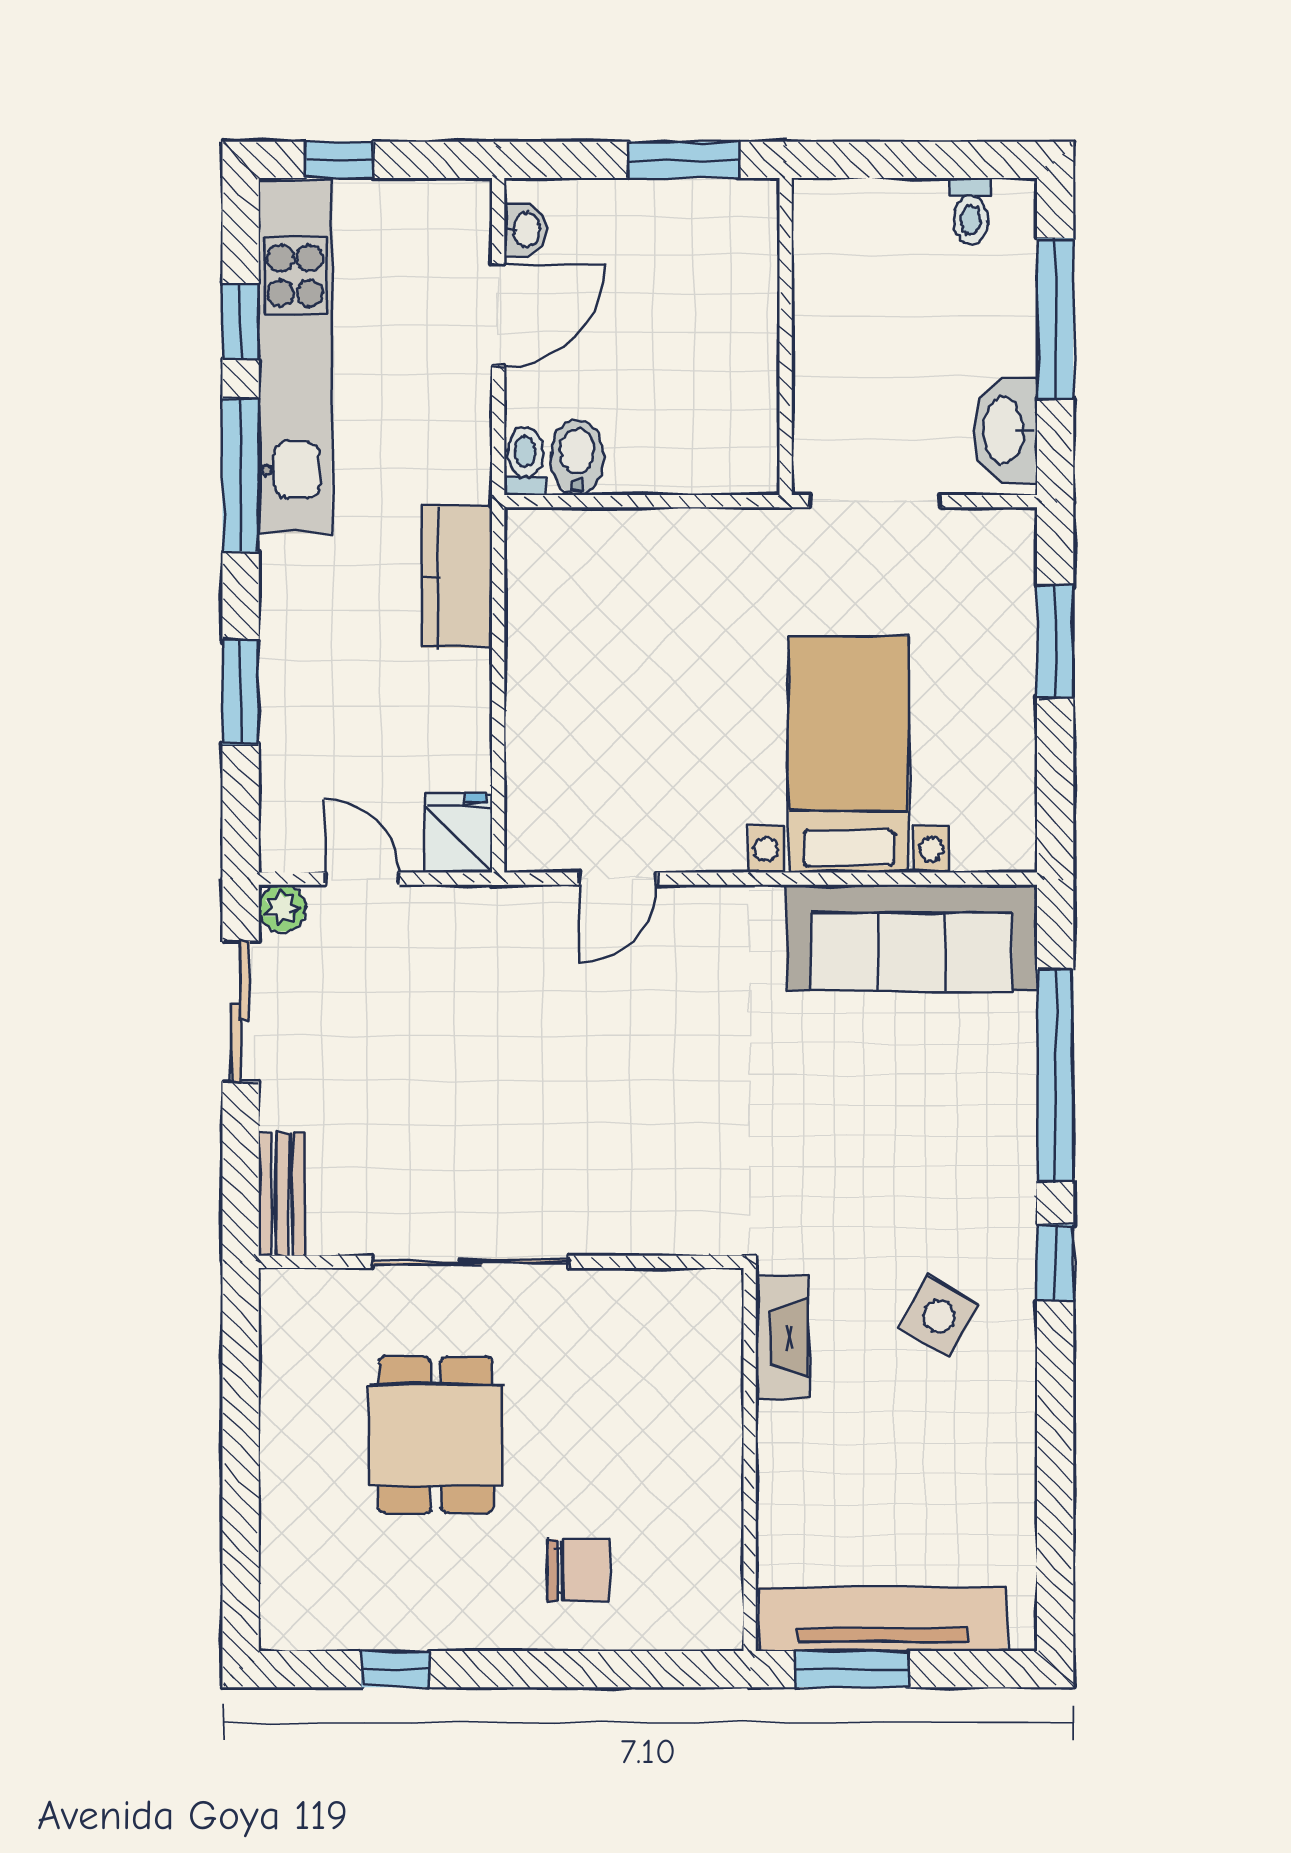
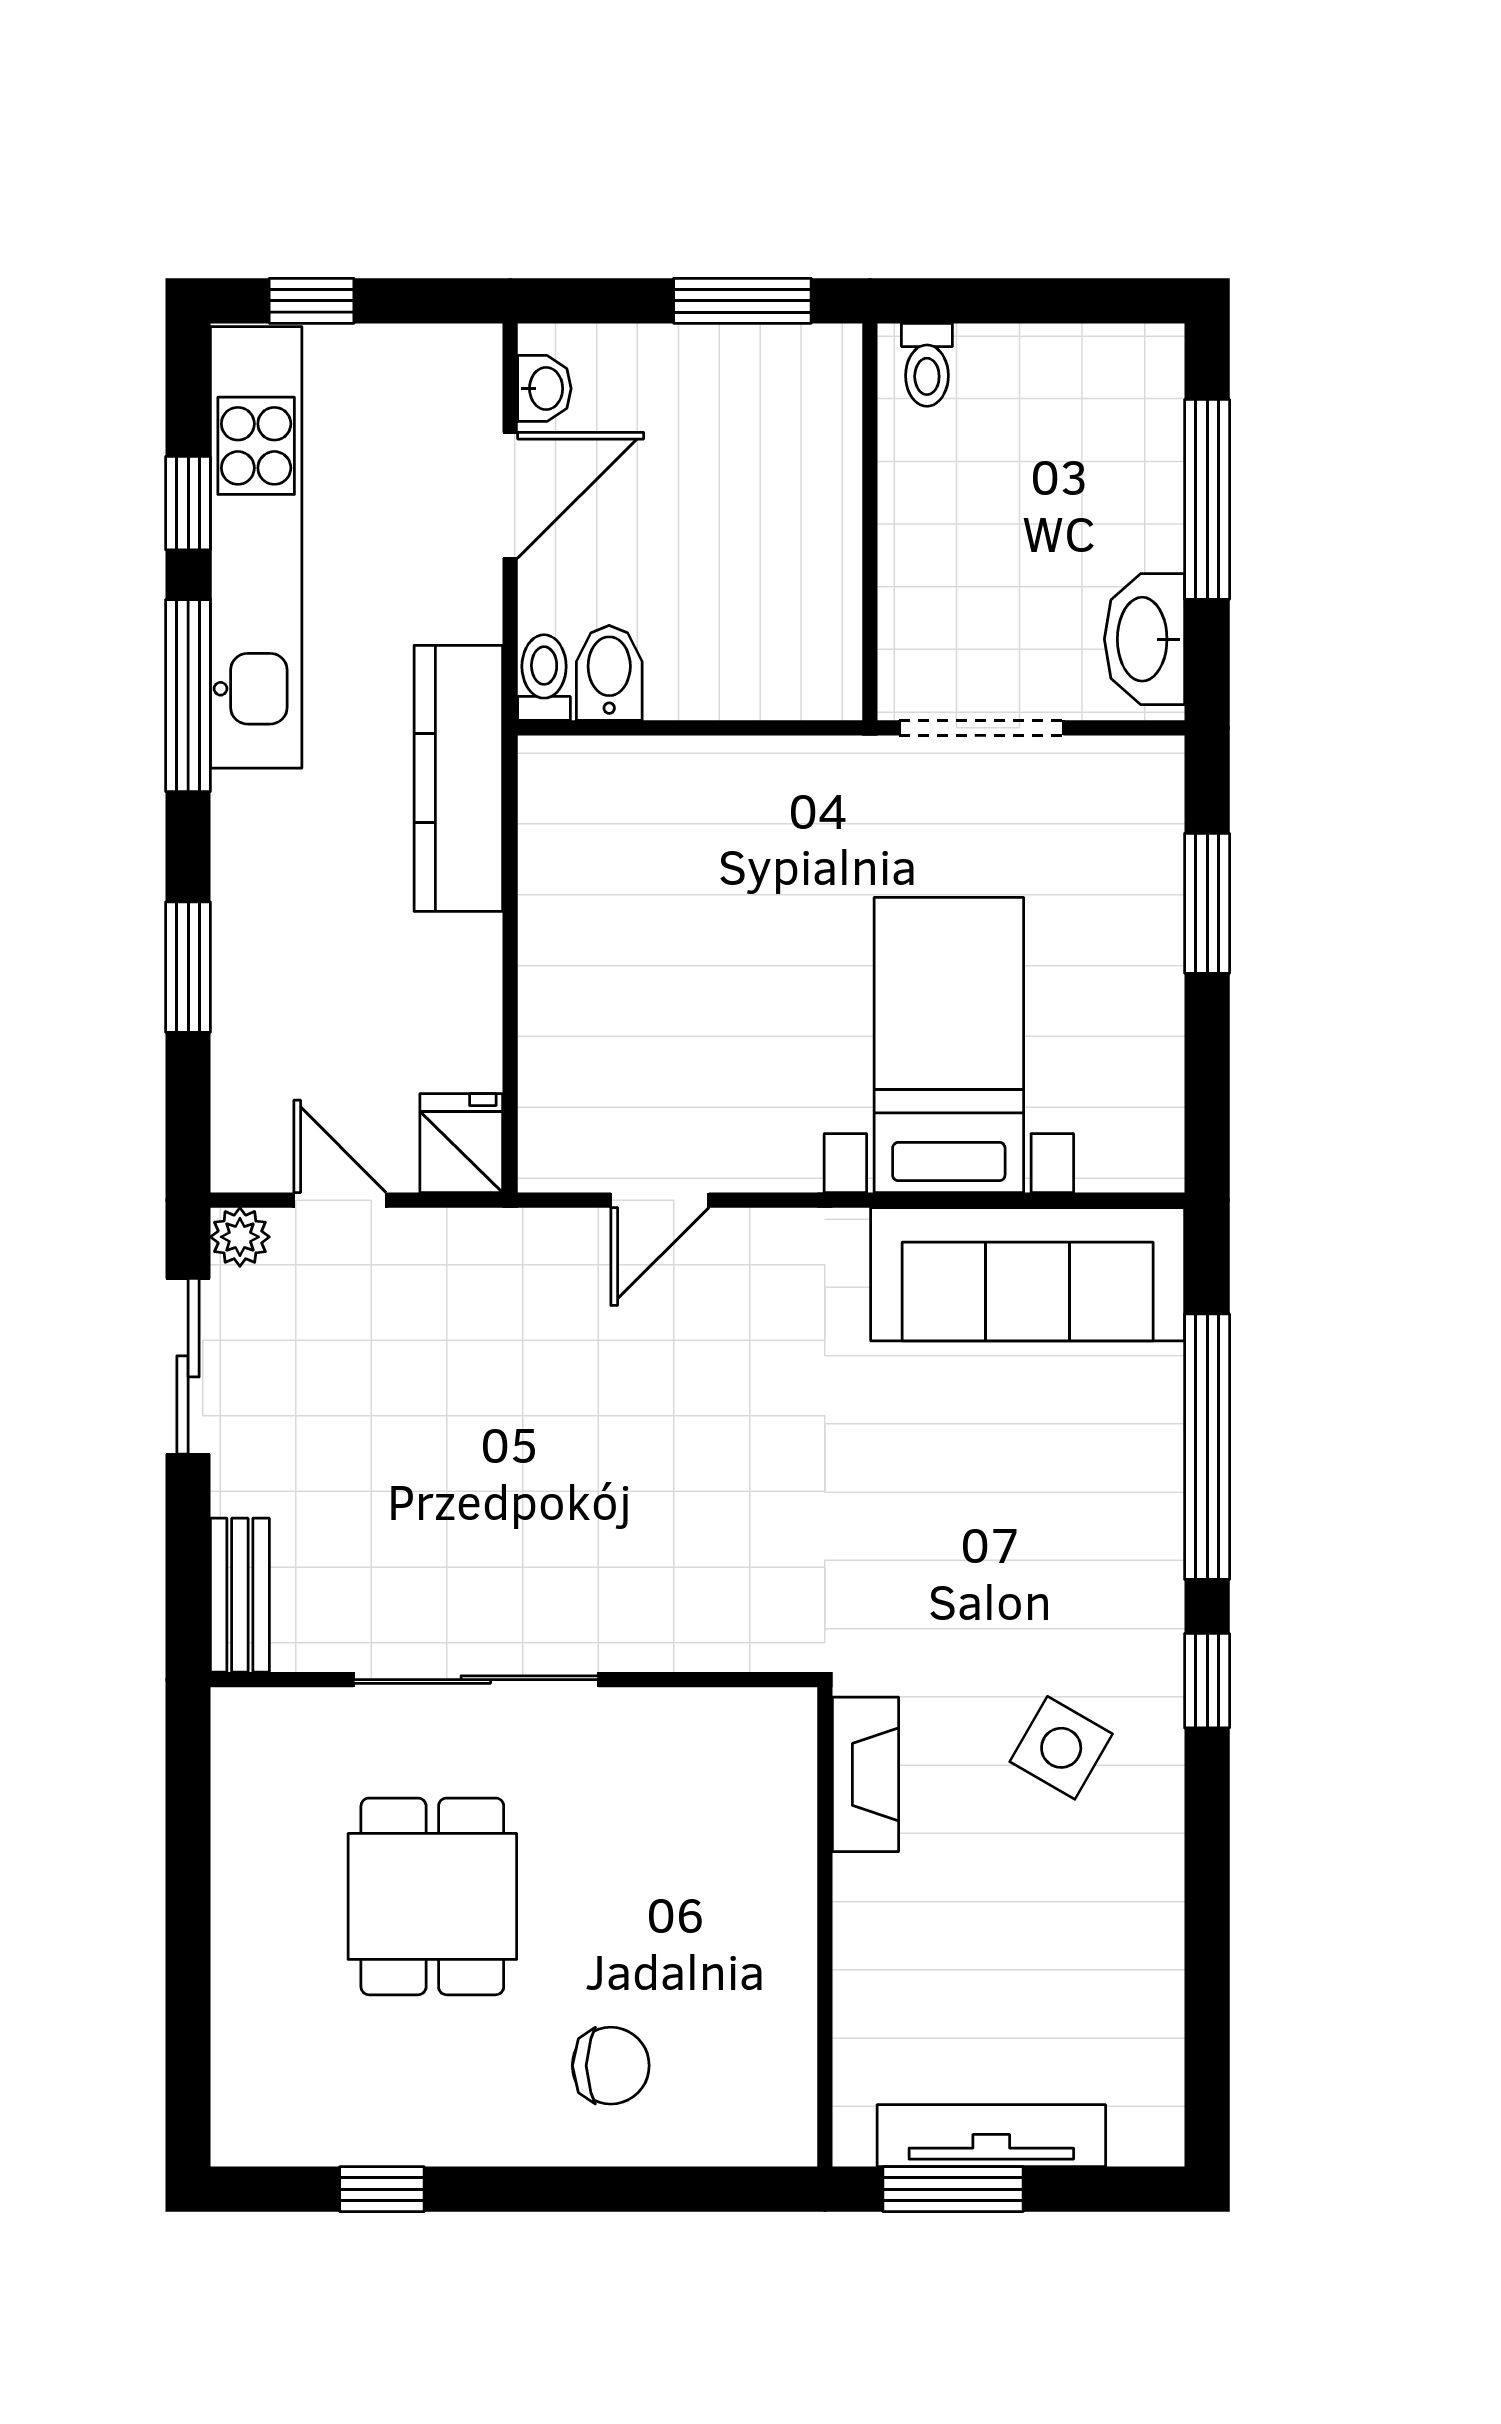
toilet: (971, 211) -> (927, 365), moved
kitchen counter: (457, 577) -> (458, 778), width x1.50
tv unit: (883, 1619) -> (991, 2136), width x0.73, depth x0.78

